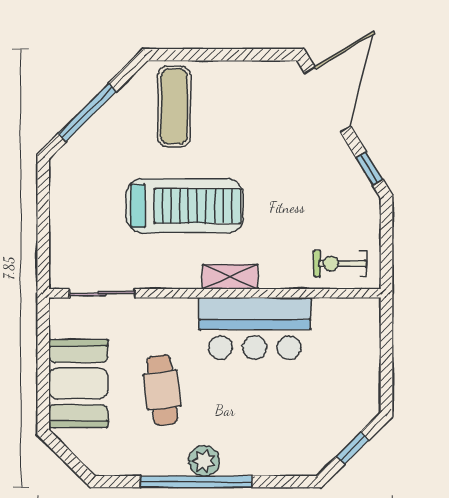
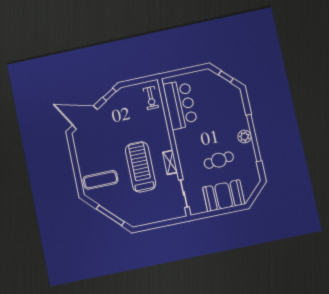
shelving: (230, 277) -> (170, 162), moved
bar counter: (255, 328) -> (180, 104), moved

